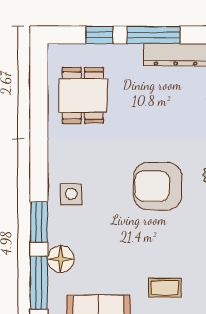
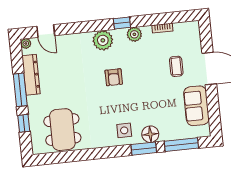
dining table: (83, 95) -> (62, 130), width x1.38
armchair: (158, 186) -> (114, 77), width x0.53, depth x0.53
floor lamp: (61, 259) -> (150, 134), moved

